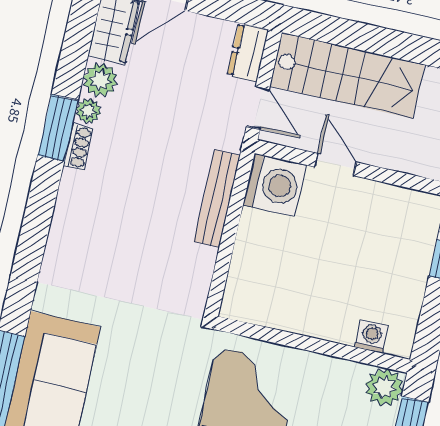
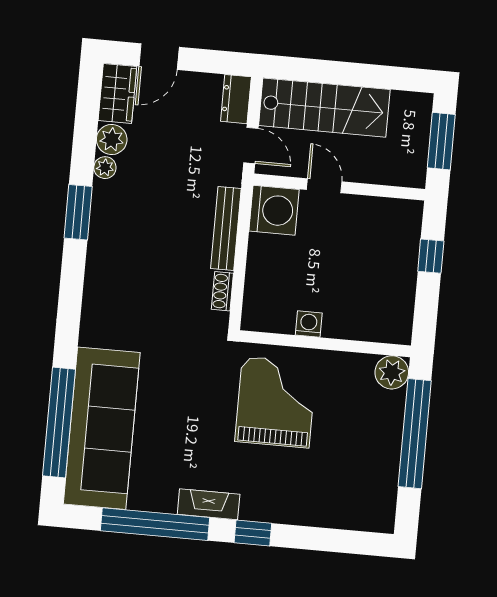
window: (58, 128) -> (78, 212), moved
shoe rack: (78, 147) -> (222, 291), moved, turned 180
washing machine: (372, 336) -> (309, 324), moved

